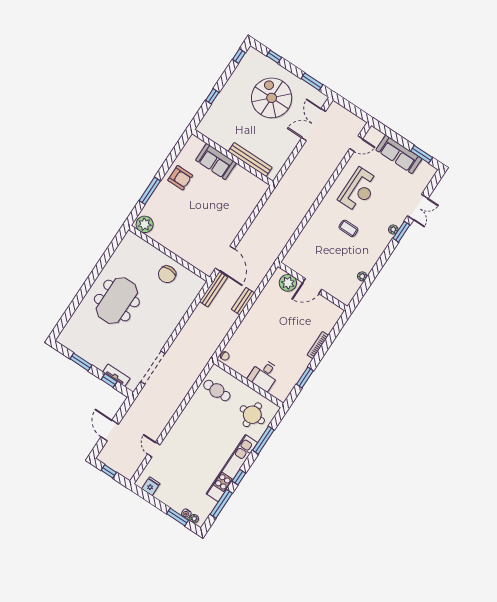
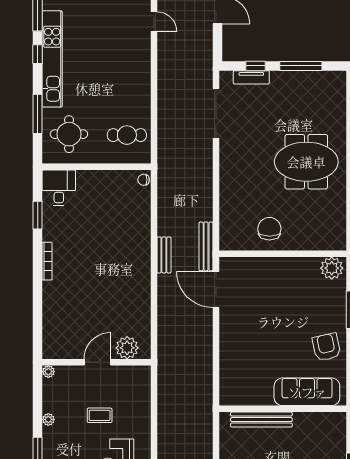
sofa: (216, 162) -> (307, 392), width x1.36
armchair: (180, 178) -> (326, 347), turned 78
plant: (393, 229) -> (48, 419), moved
plant: (288, 283) -> (127, 348), moved
door: (312, 286) -> (98, 362), moved
wall: (313, 286) -> (96, 362), moved
meeting table: (117, 301) -> (306, 162), turned 90
window: (81, 362) -> (301, 66), width x1.44
desk: (264, 375) -> (59, 188), moved

